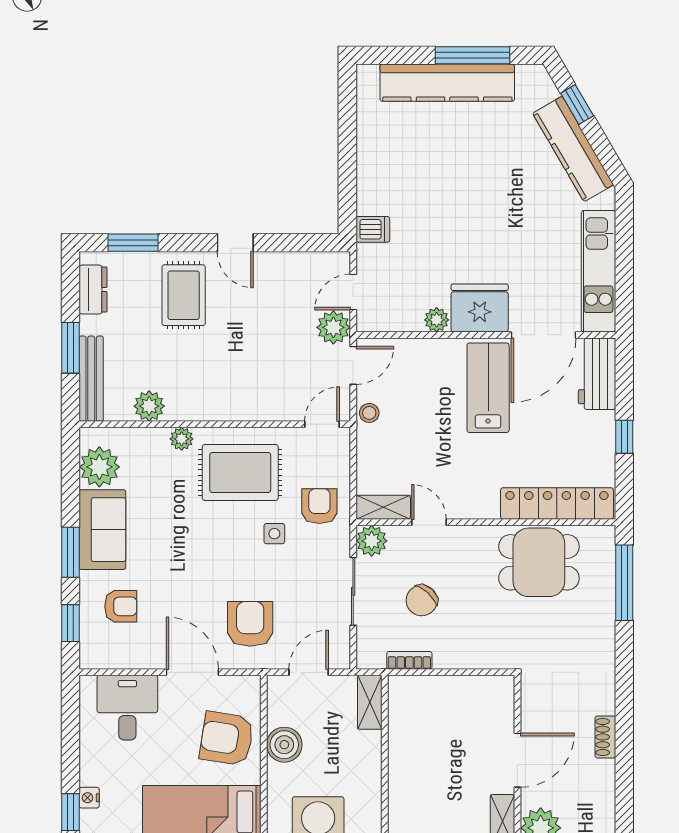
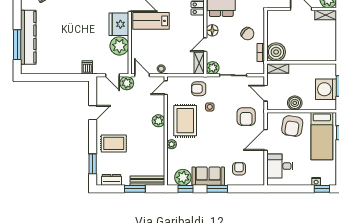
window: (472, 55) -> (17, 45), moved
door: (235, 243) -> (93, 113), moved
plant: (437, 320) -> (119, 46), width x1.87, depth x1.87
plant: (149, 406) -> (158, 121), moved
door: (322, 424) -> (166, 88), hinge flipped
floor lamp: (465, 540) -> (212, 30), added
chair: (422, 600) -> (248, 34), moved
window: (71, 623) -> (186, 189), moved
armchair: (250, 624) -> (246, 117), turned -90
boiler: (411, 698) -> (276, 52), added

